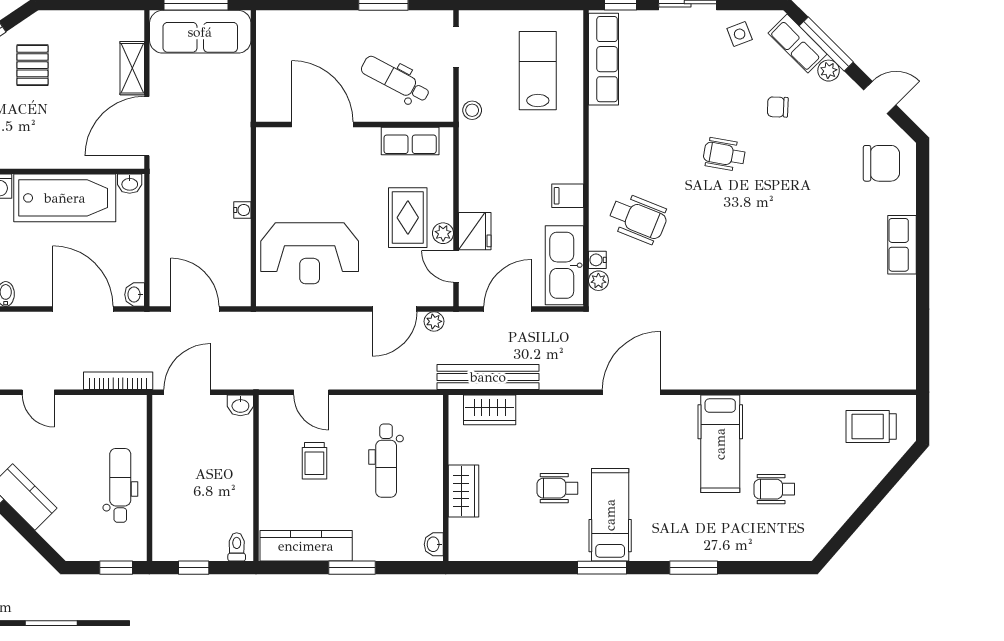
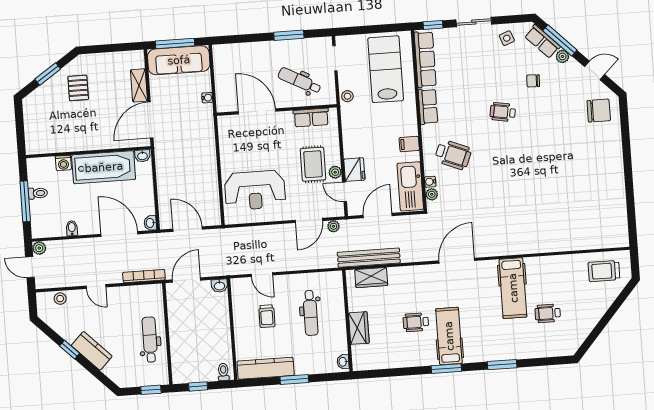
lab bench: (538, 71) -> (386, 69), width x1.36, depth x1.39
water cooler: (242, 210) -> (207, 98), moved
row of seats: (902, 245) -> (428, 106), moved, turned 180

